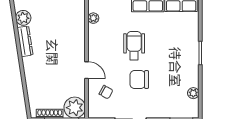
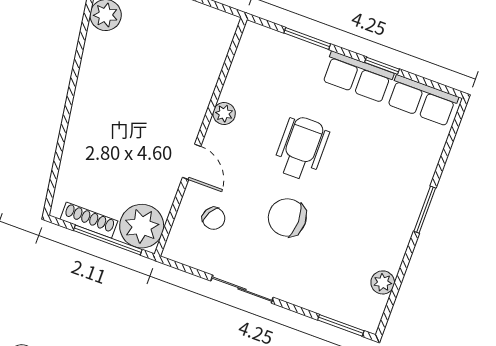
plant: (93, 18) -> (224, 113), moved
dresser: (25, 41) -> (92, 62), removed

